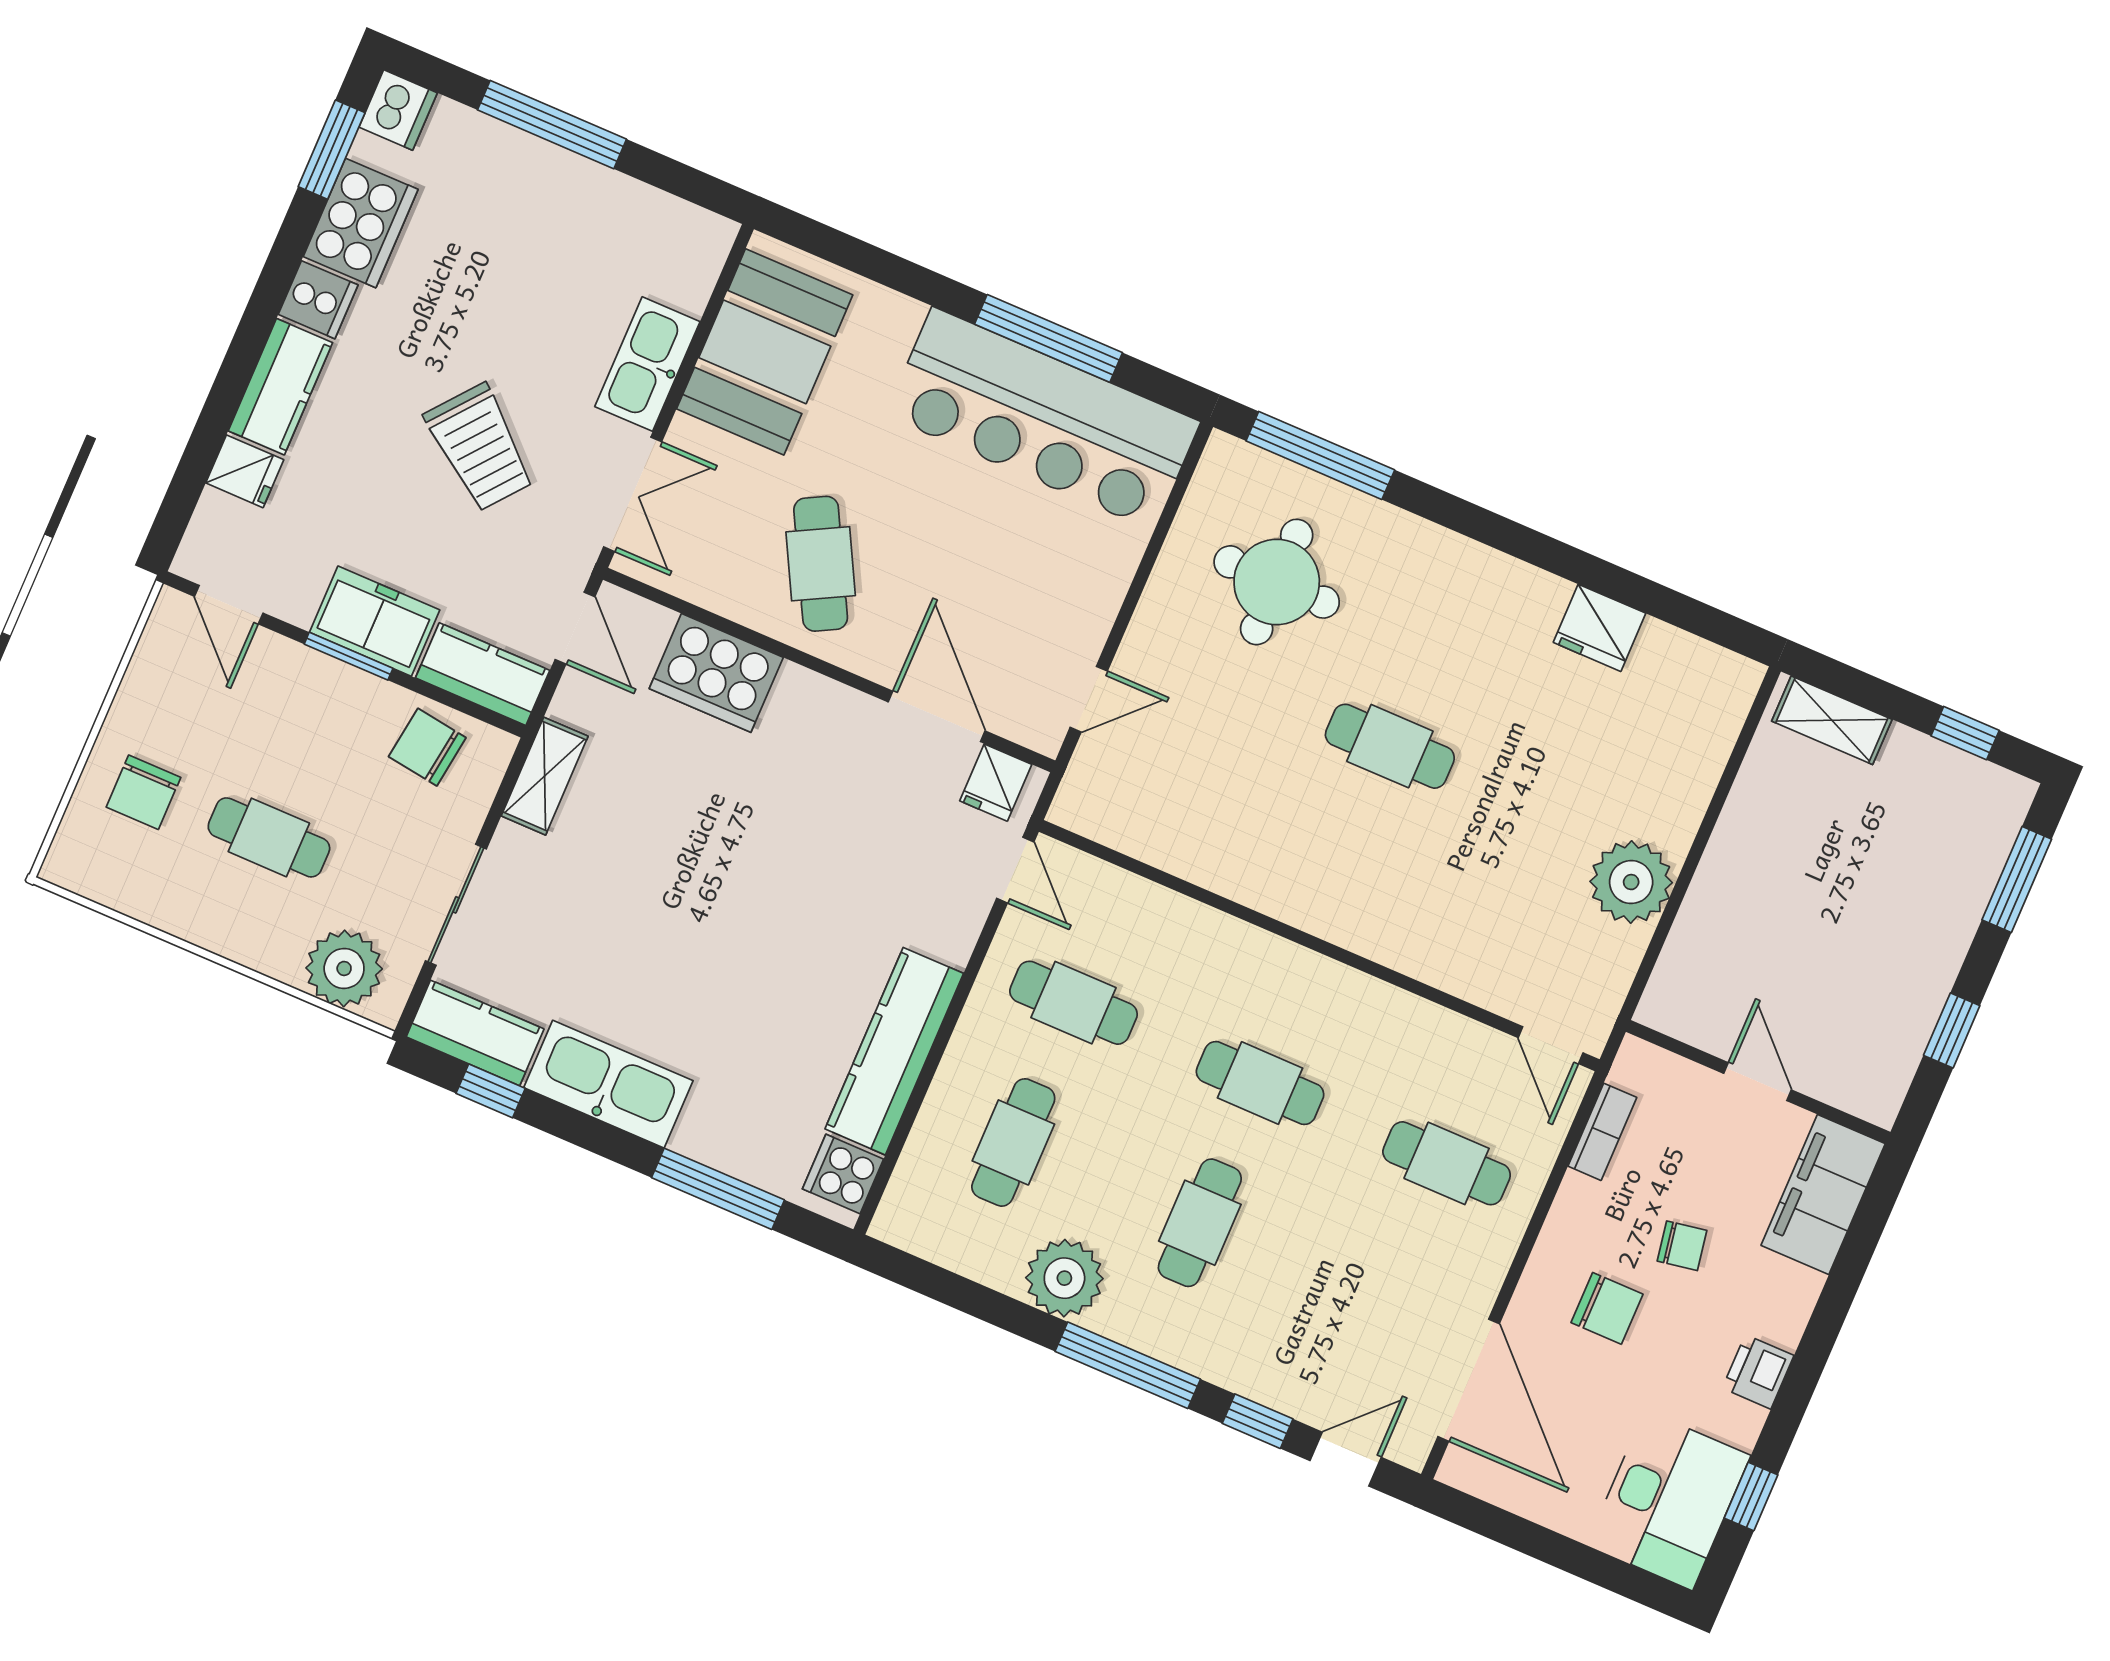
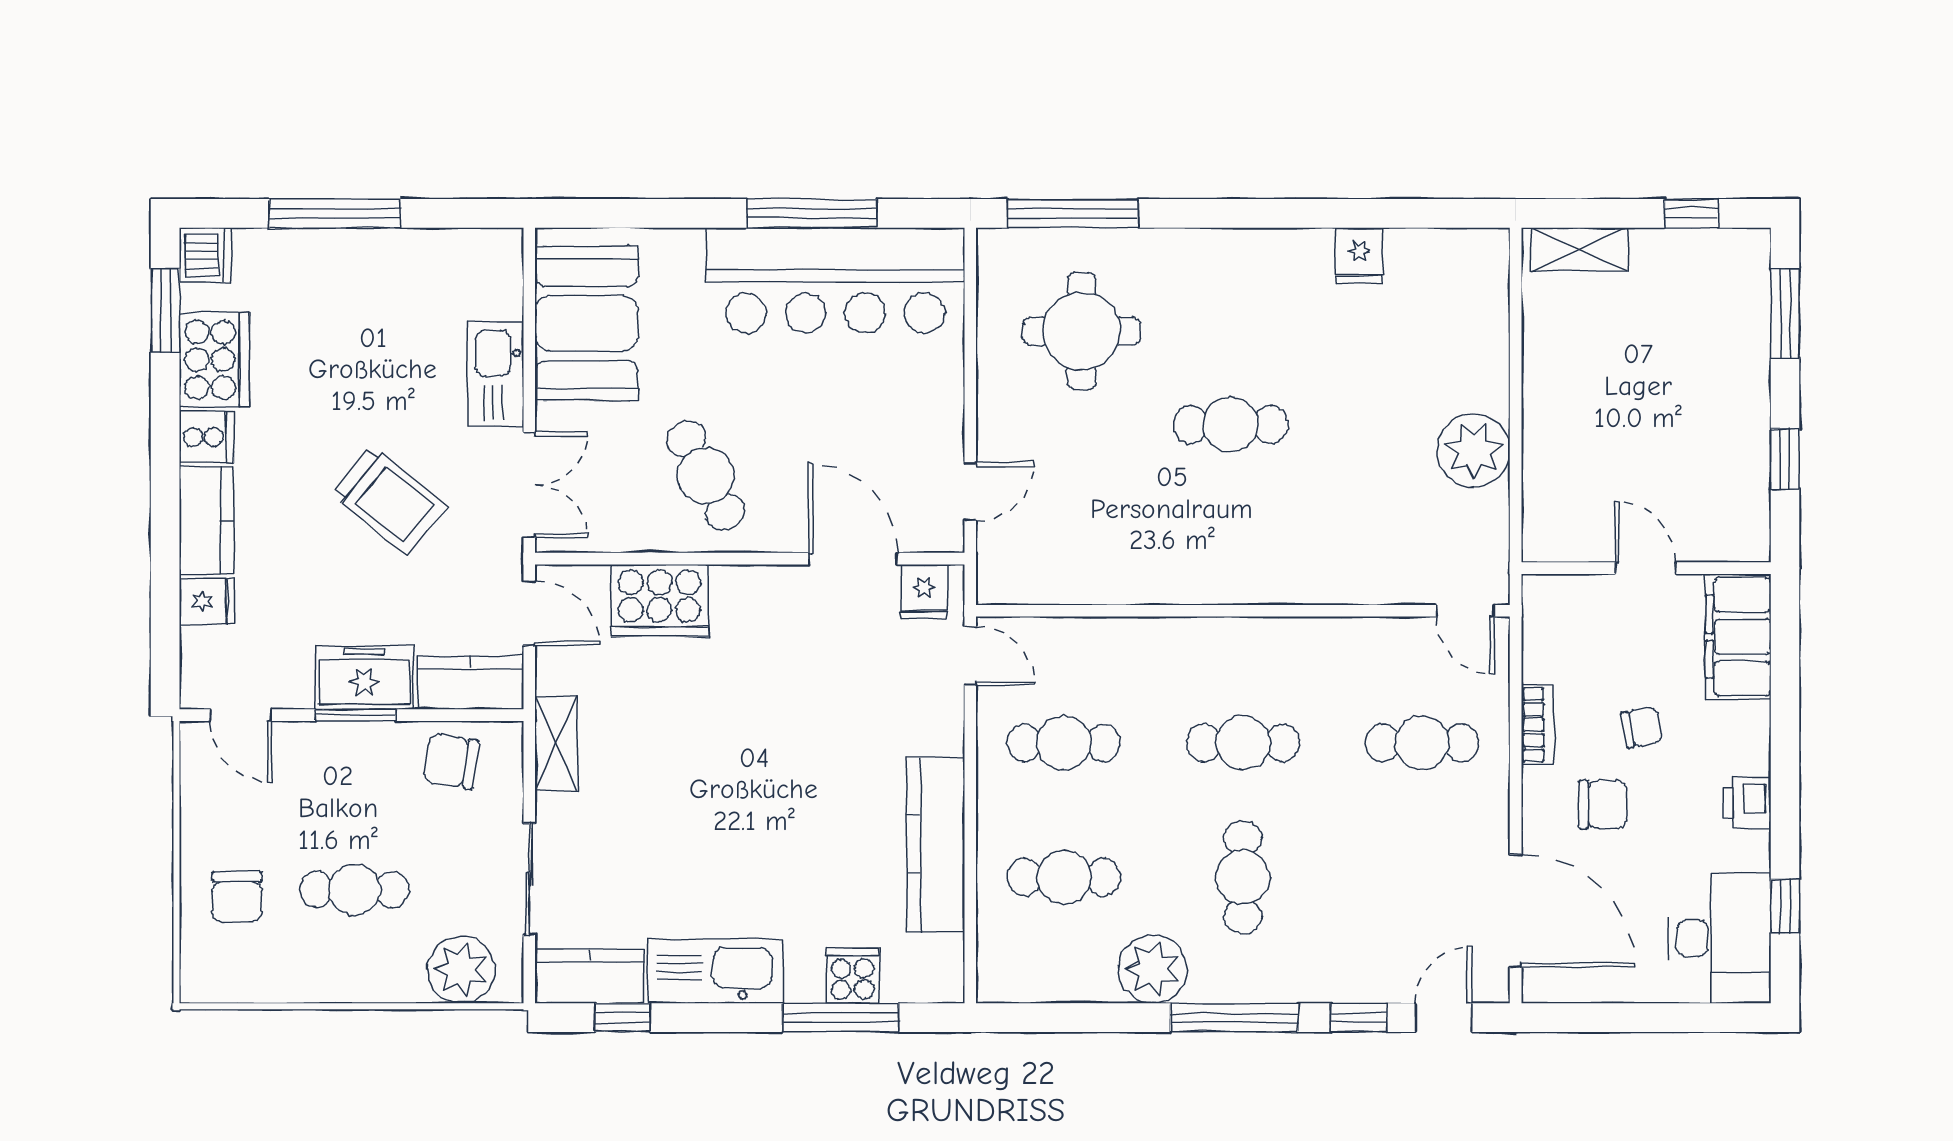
fridge: (1600, 628) -> (1359, 256), width x0.72
bookcase: (1602, 1132) -> (1537, 725), moved
cafe table: (1013, 1142) -> (1064, 877), turned 90
cooker: (843, 1174) -> (853, 976), moved, turned 90

